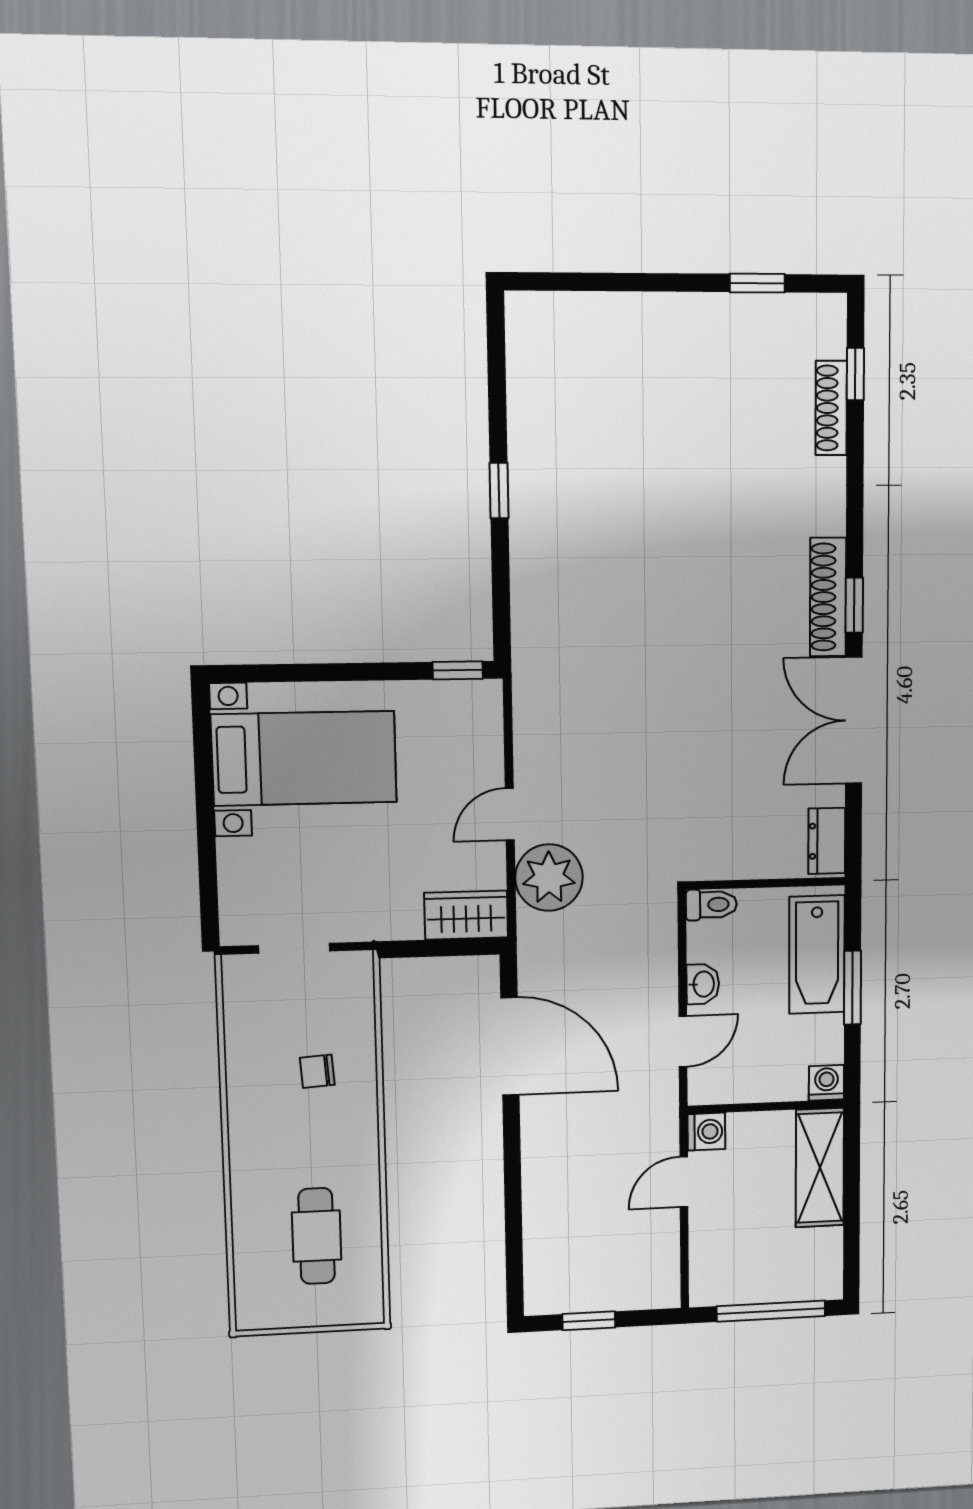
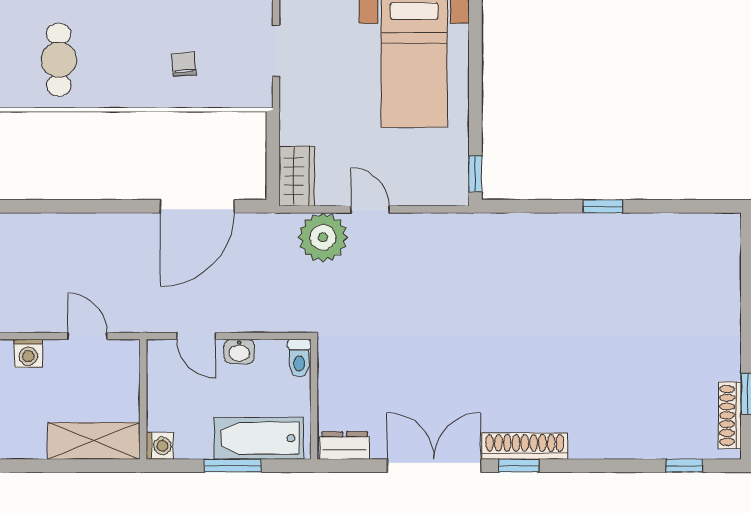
shoe rack: (831, 408) -> (730, 415), moved, turned -90
washing machine: (706, 1132) -> (28, 353), moved
cafe table: (317, 1236) -> (59, 60), turned 90

